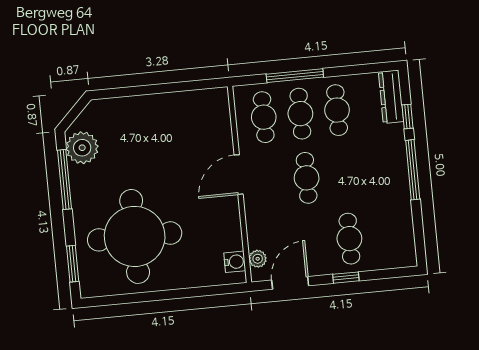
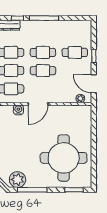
cafe table: (343, 174) -> (43, 52), added
door: (239, 175) -> (38, 104), hinge flipped
water cooler: (235, 262) -> (18, 110), moved

